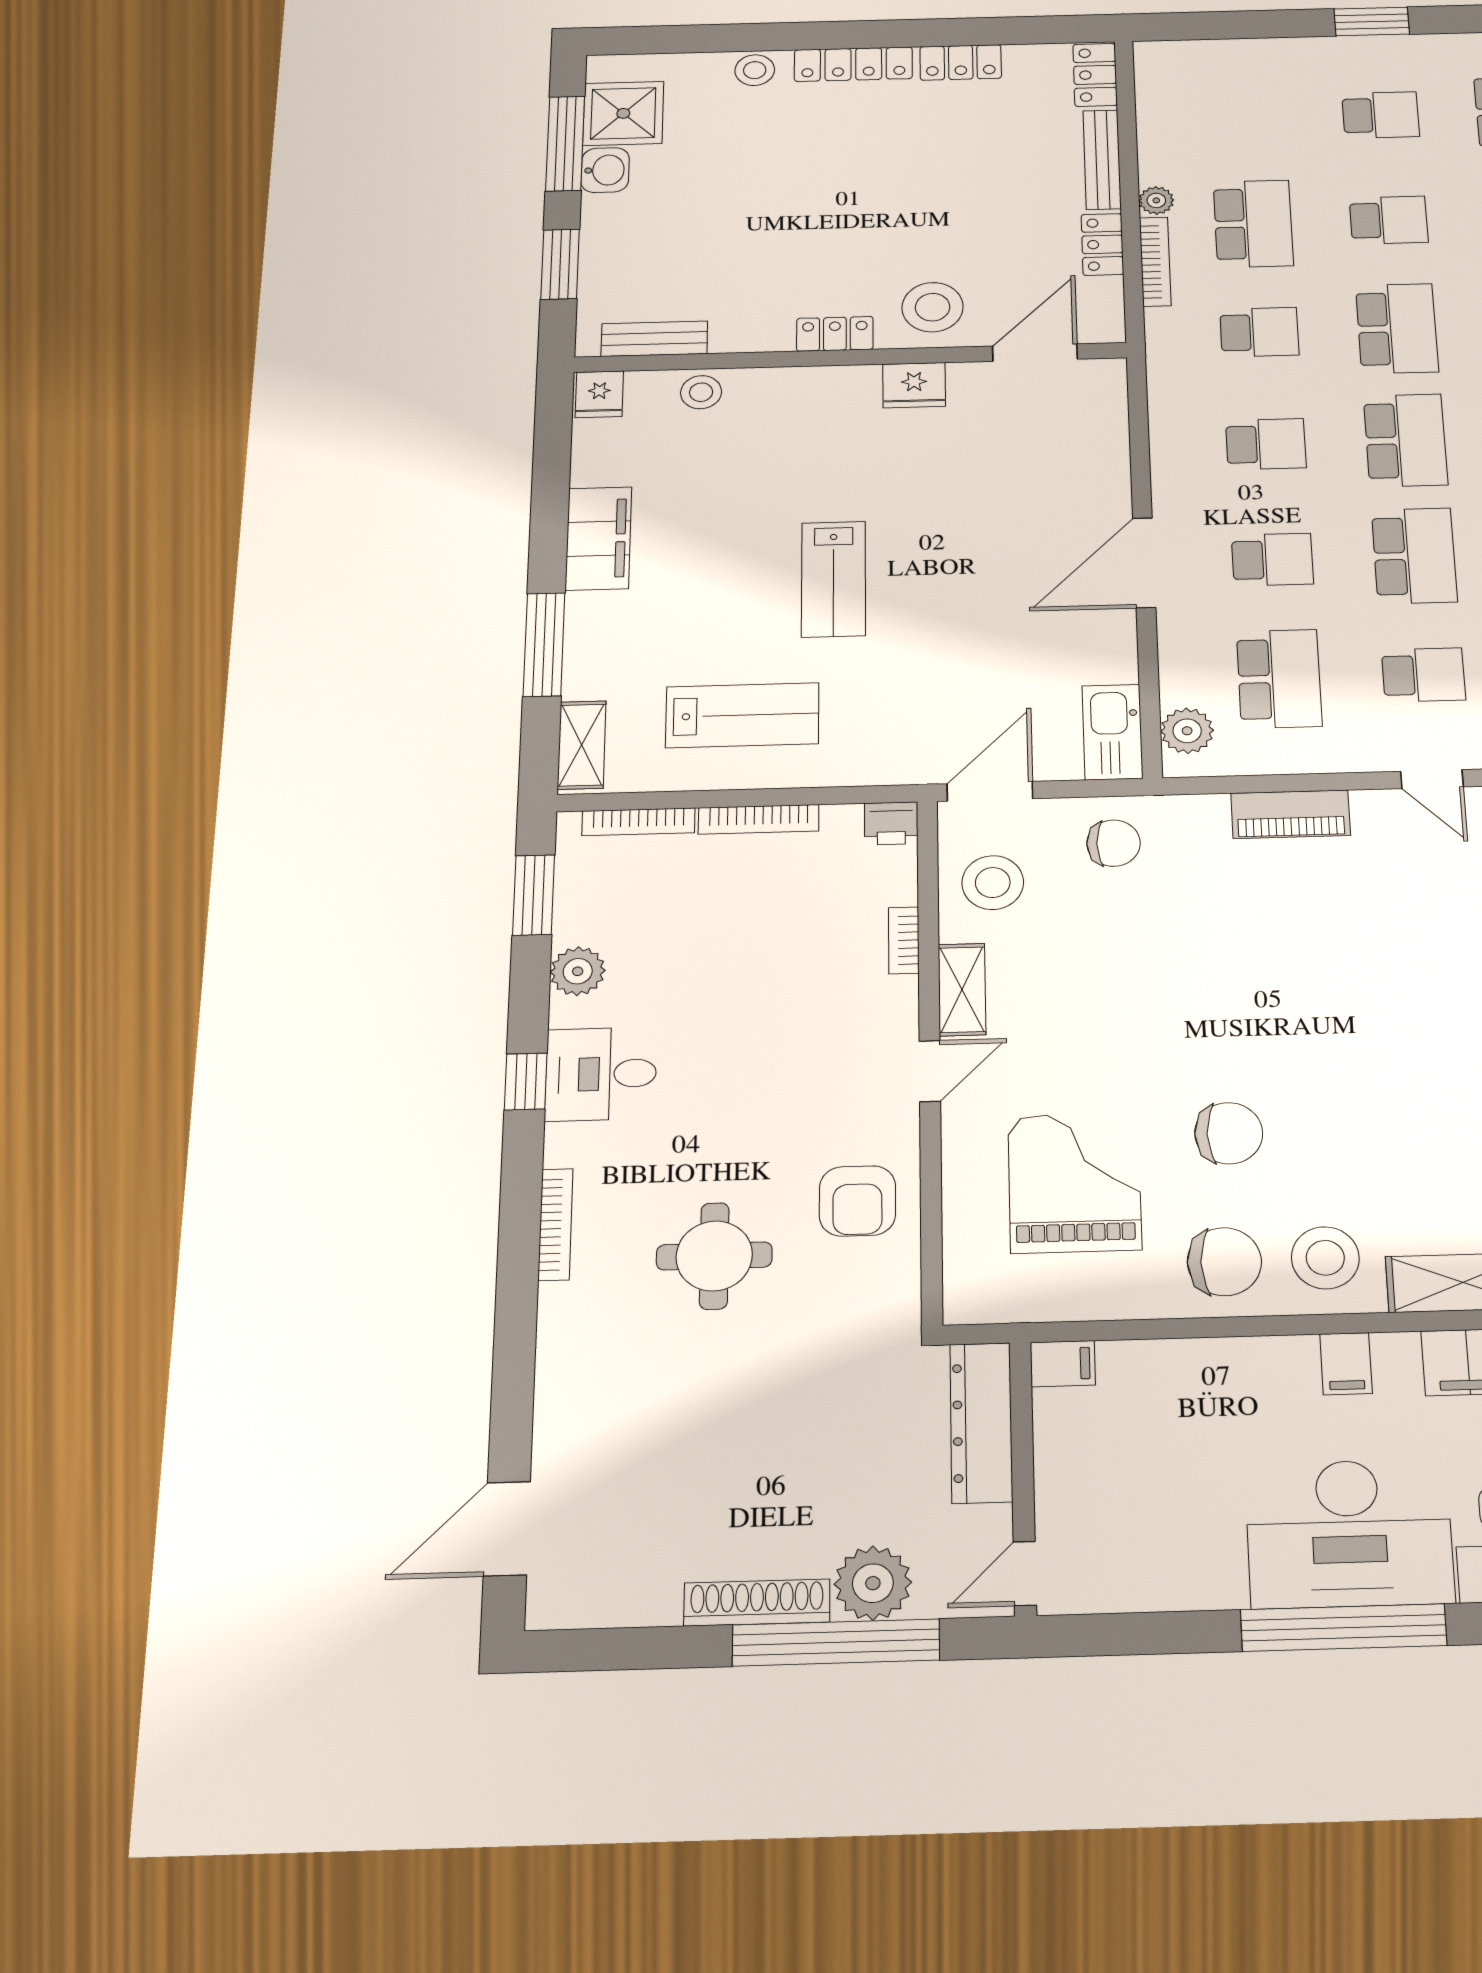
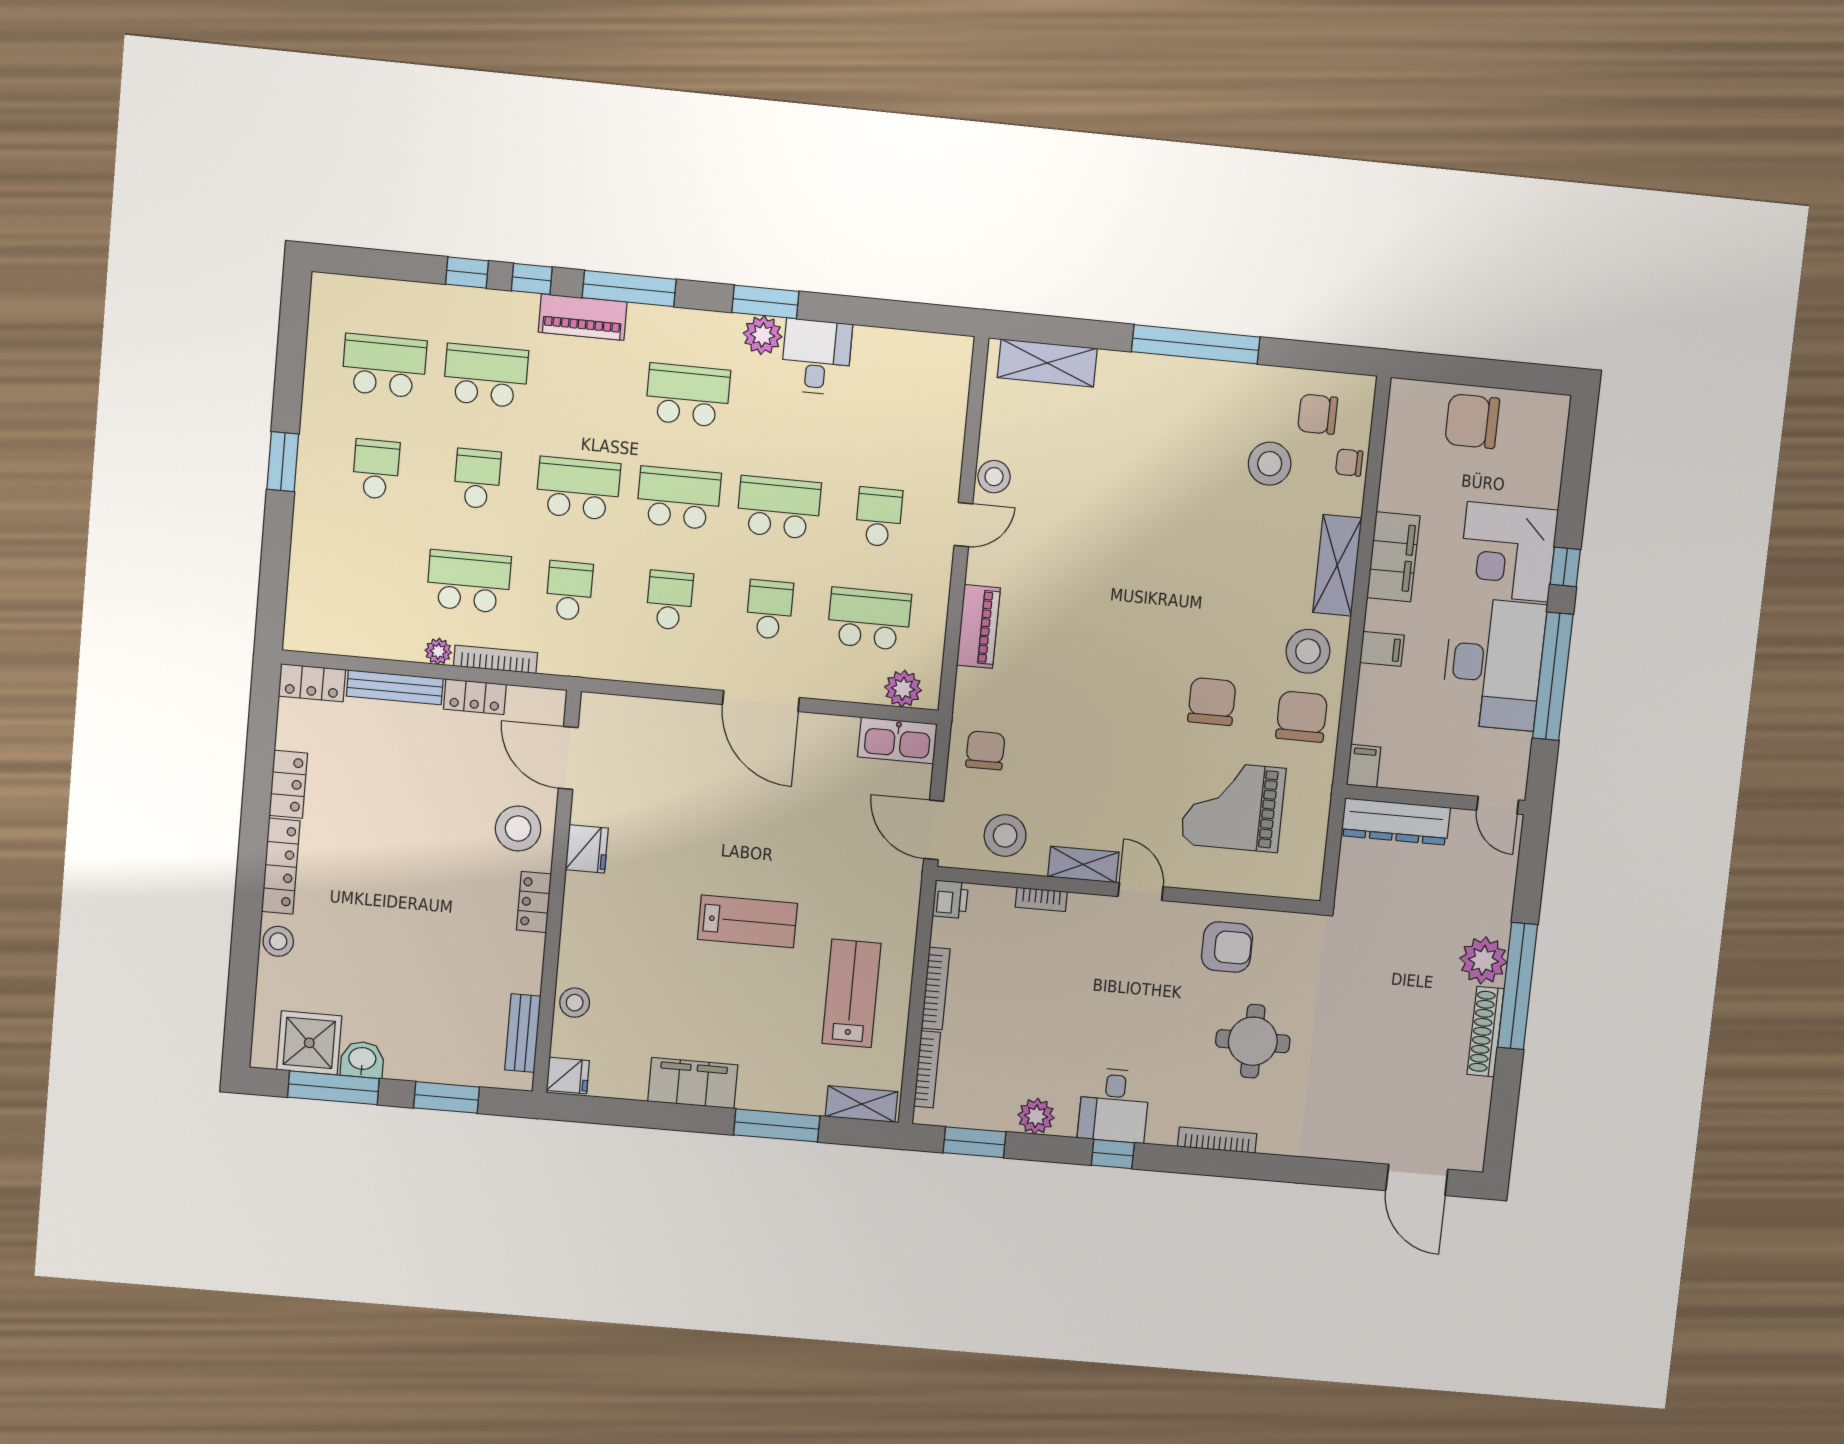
filing cabinet: (1063, 1364) -> (1364, 766), moved
dresser: (981, 1423) -> (1396, 822), moved
wall: (1023, 1477) -> (1435, 799), moved
door: (1025, 1574) -> (1498, 805), moved

